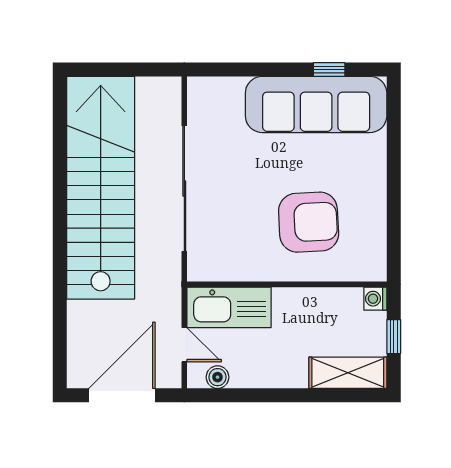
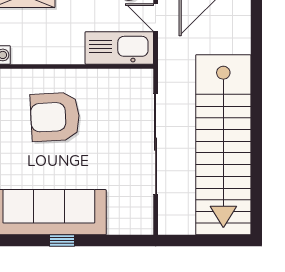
window: (329, 70) -> (62, 240), moved

